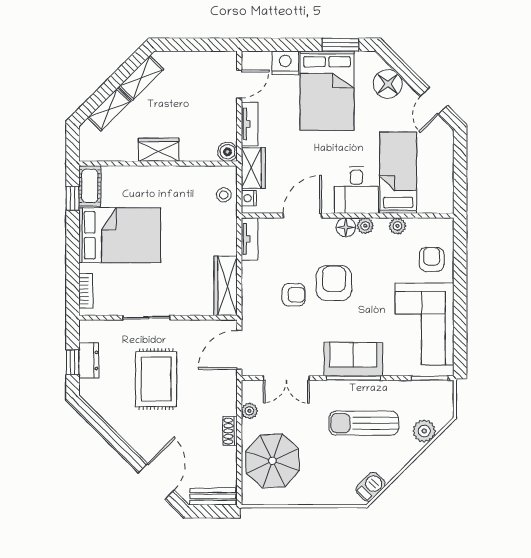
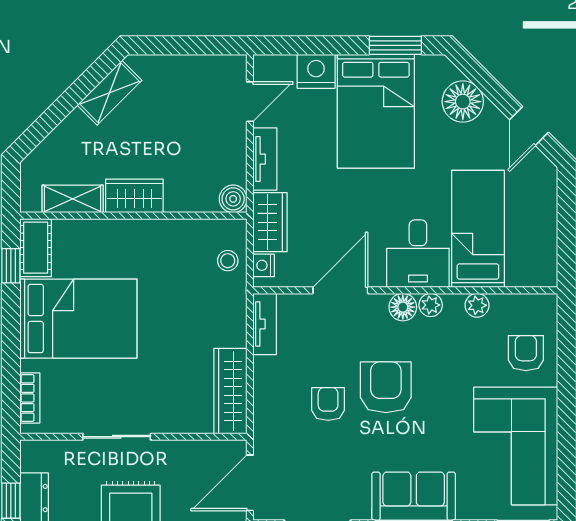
shelving: (109, 109) -> (73, 199), moved, turned 45
armchair: (294, 295) -> (328, 404), turned -90

